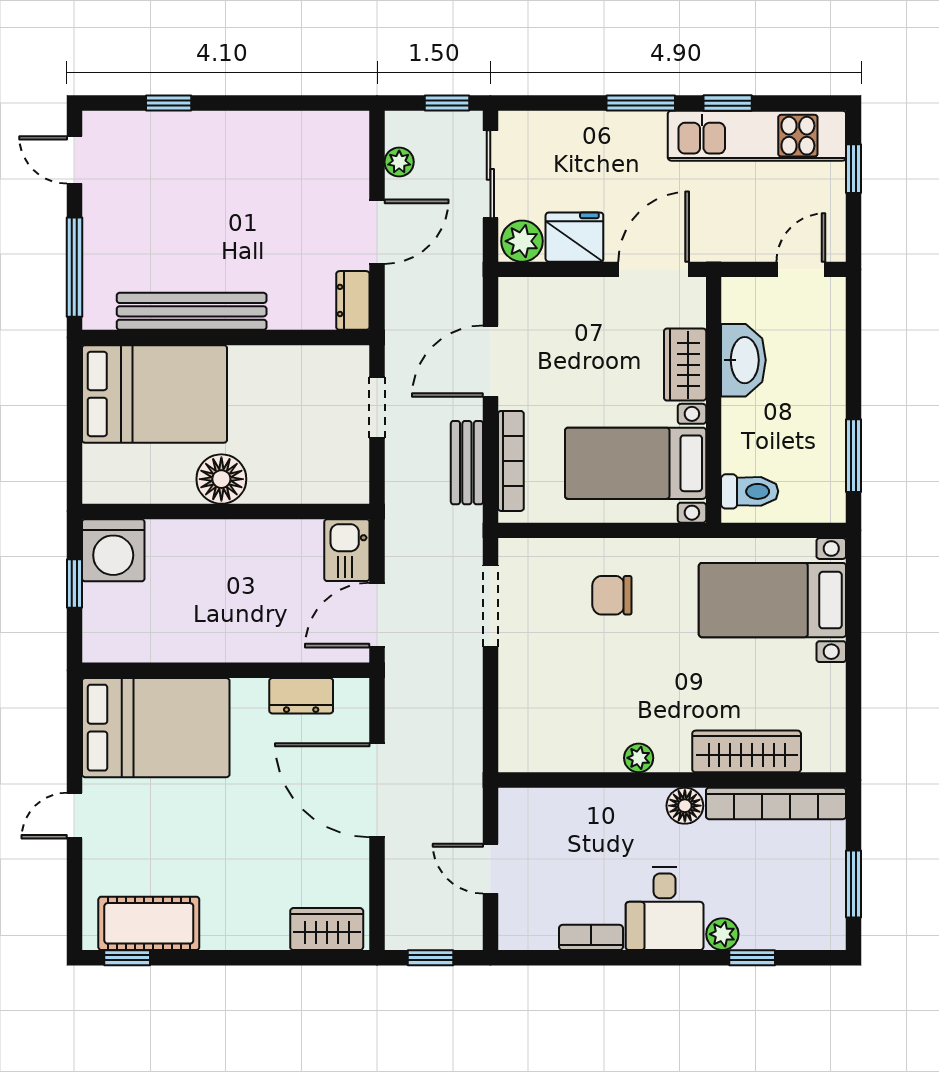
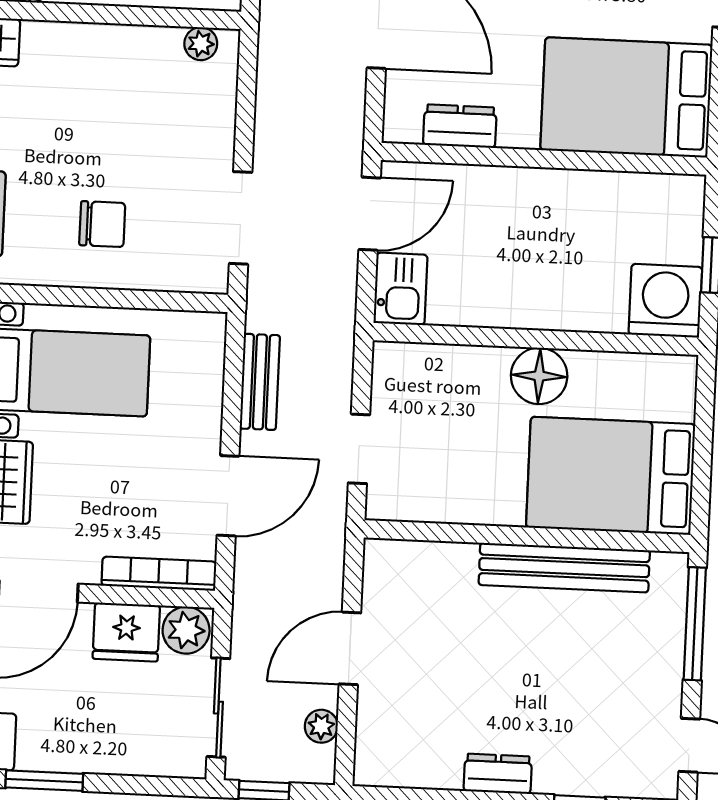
dresser: (353, 300) -> (498, 774), moved, turned -90
bookcase: (511, 461) -> (159, 574), moved, turned 90
plant: (639, 758) -> (201, 44), moved

